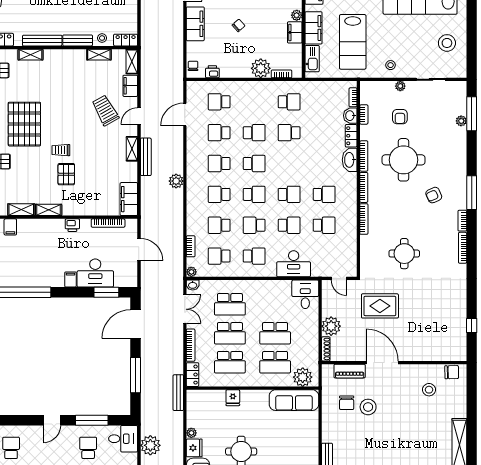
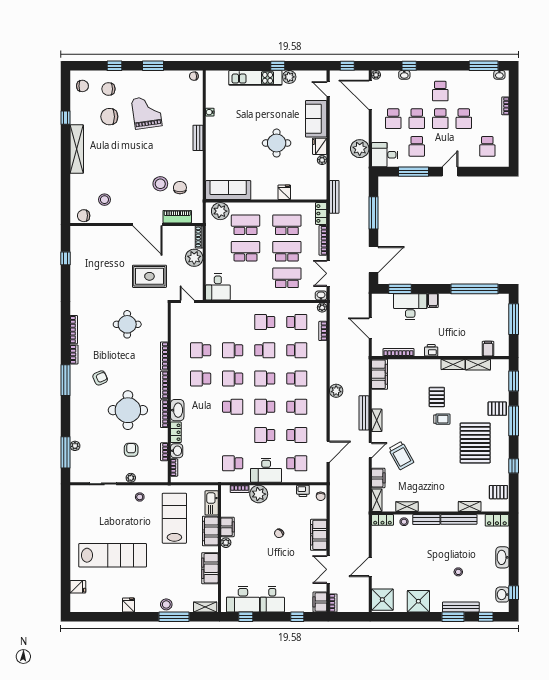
stool: (447, 43) -> (88, 517), removed
school desk: (289, 133) -> (233, 407), moved
desk: (294, 264) -> (266, 470), moved, turned 180

